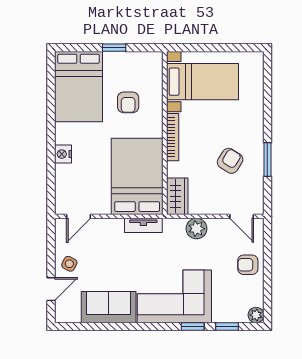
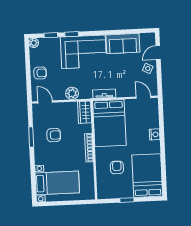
bed with nightstands: (202, 82) -> (57, 183), moved, turned 180
armchair: (230, 161) -> (54, 135), turned -122
door: (79, 216) -> (144, 97), hinge flipped

